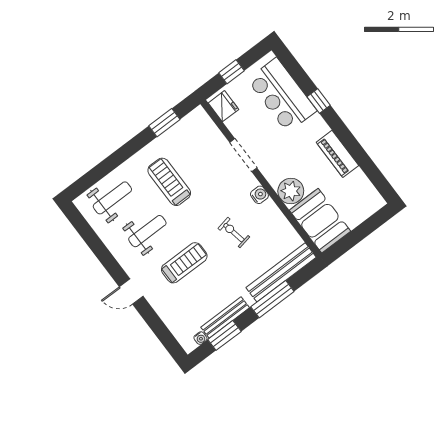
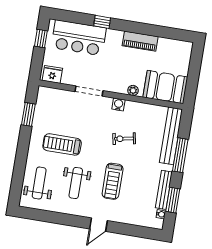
window: (232, 72) -> (41, 39), moved
plant: (291, 191) -> (133, 90), width x0.53, depth x0.53
weight bench: (147, 231) -> (76, 183), turned 180
treadmill: (184, 263) -> (113, 181), turned 180

